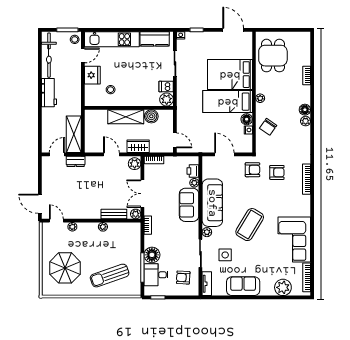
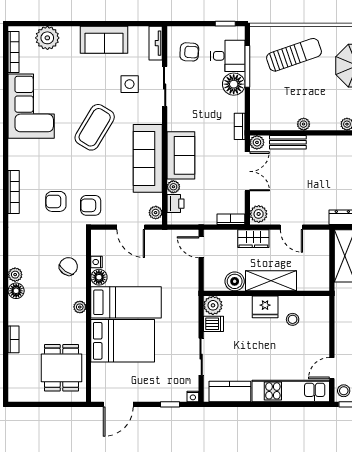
door: (233, 30) -> (118, 404), hinge flipped
fridge: (92, 75) -> (265, 307), moved, turned -90
plant: (207, 232) -> (156, 213), moved

